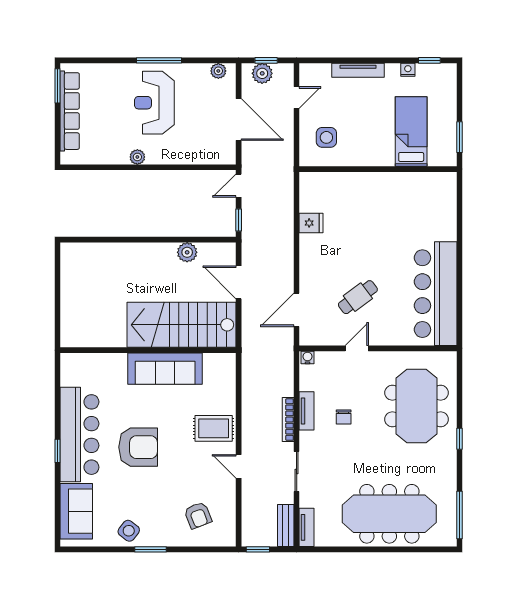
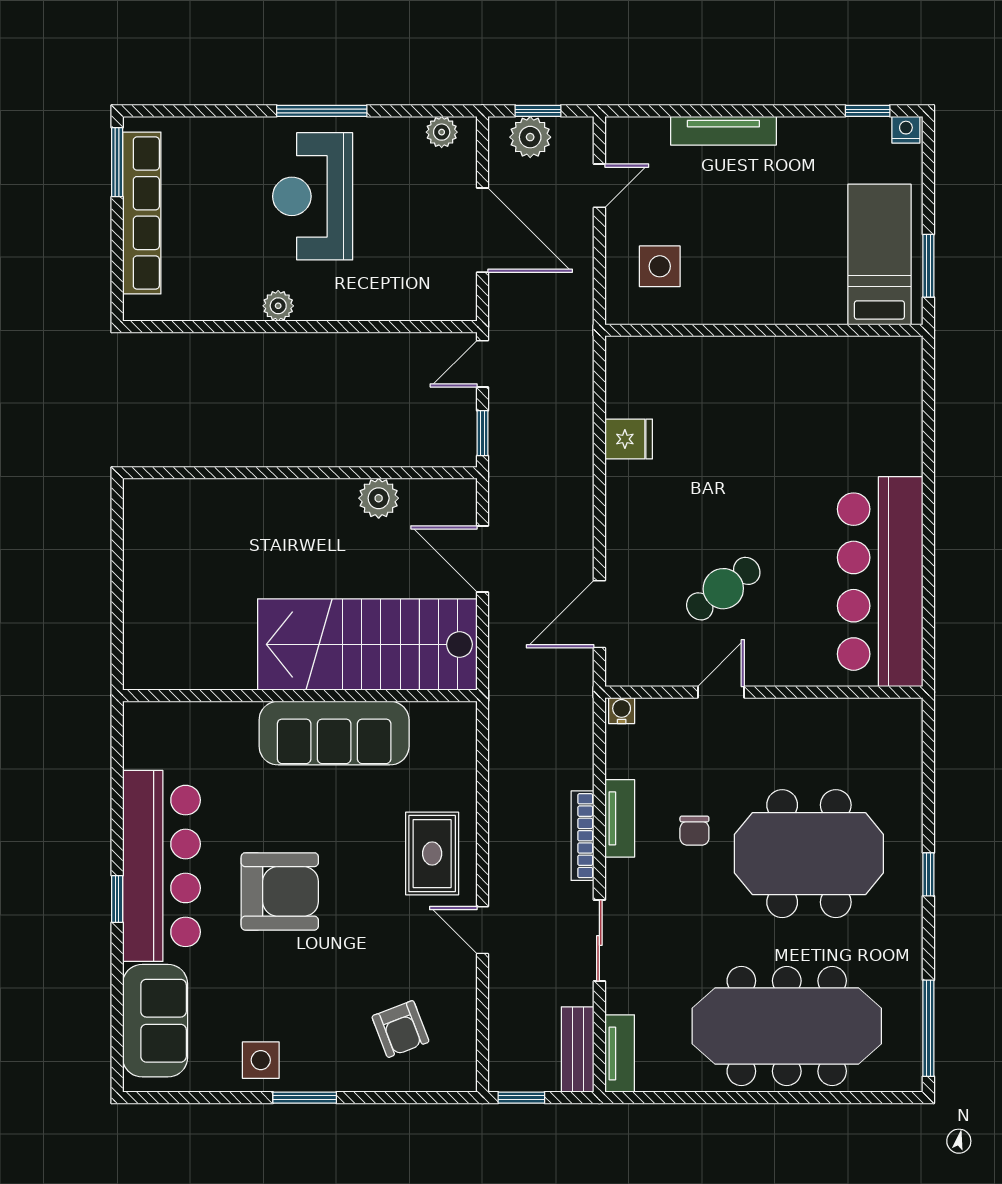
nightstand: (408, 70) -> (906, 130), moved
bed: (411, 132) -> (879, 254), moved
meeting table: (417, 406) -> (809, 854), moved, turned 90
rug: (214, 428) -> (432, 854), turned 90
side table: (129, 531) -> (261, 1060), turned -38

